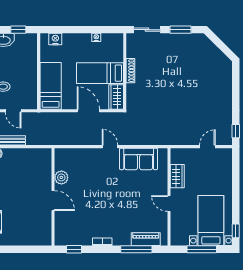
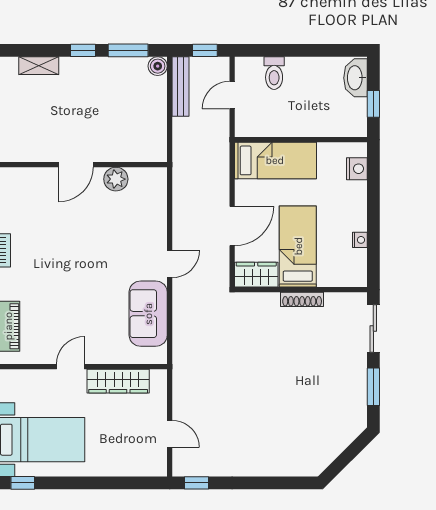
wardrobe: (177, 176) -> (118, 381), width x1.50

